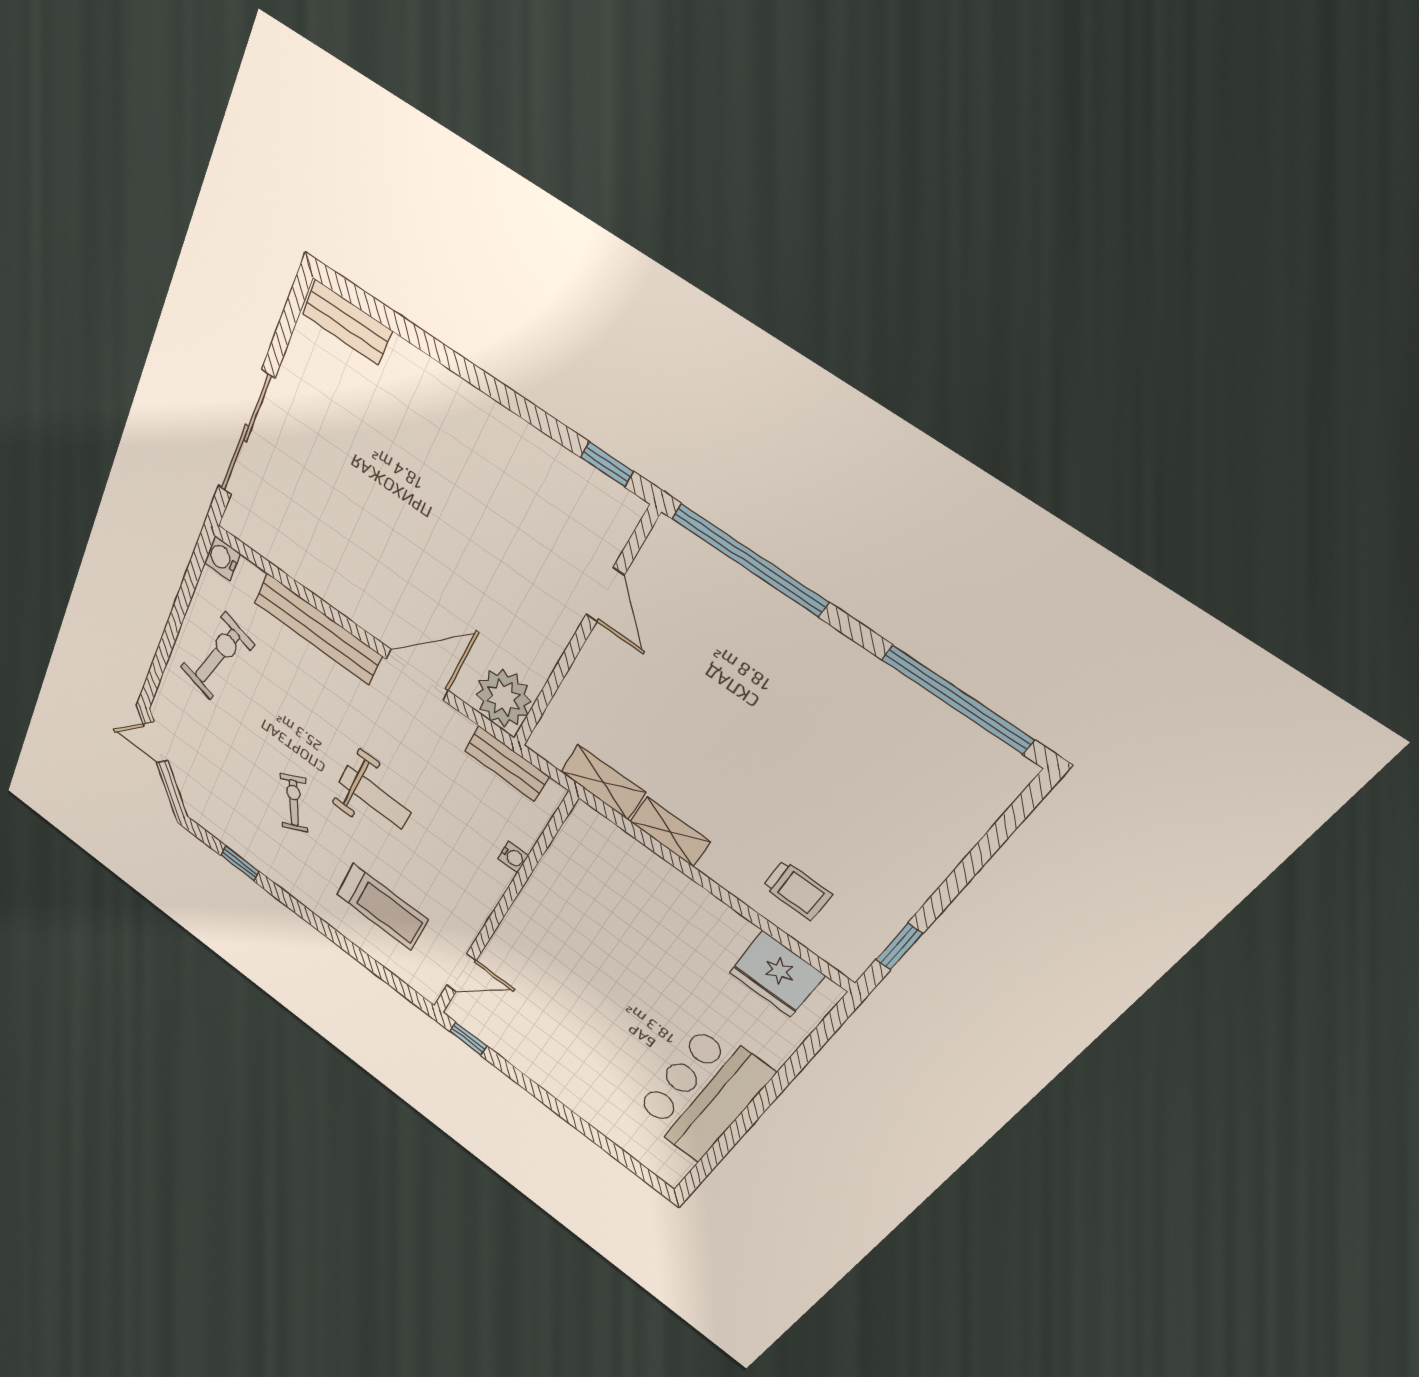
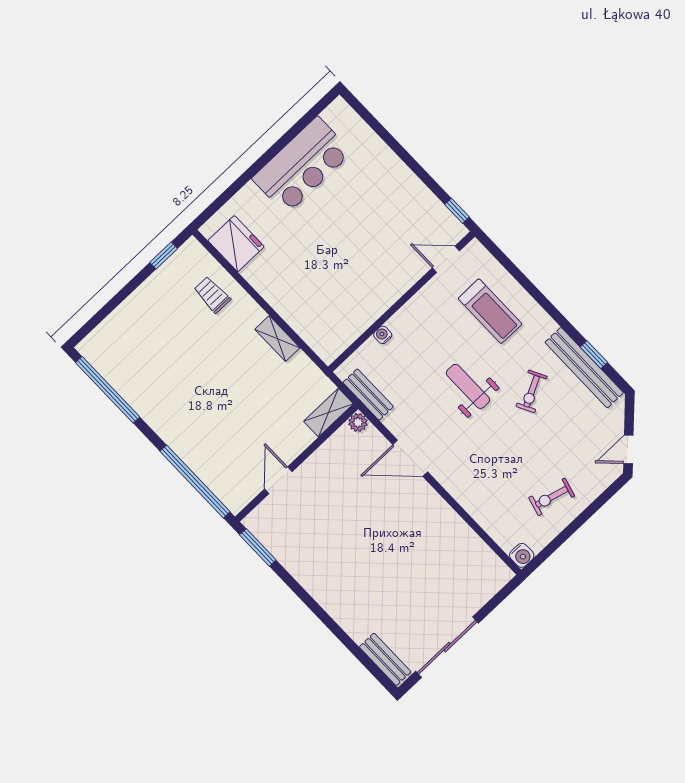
sliding door: (246, 433) -> (447, 647), moved
window: (607, 464) -> (258, 547), width x1.50
bench: (318, 629) -> (584, 368), moved
exercise bike: (217, 656) -> (552, 497), width x0.73, depth x0.72
plant: (503, 698) -> (358, 422), width x0.53, depth x0.53
door: (155, 742) -> (628, 449), swing flipped
shelving: (603, 782) -> (328, 413), moved, turned 90
treadmill: (382, 907) -> (490, 311), turned 180

